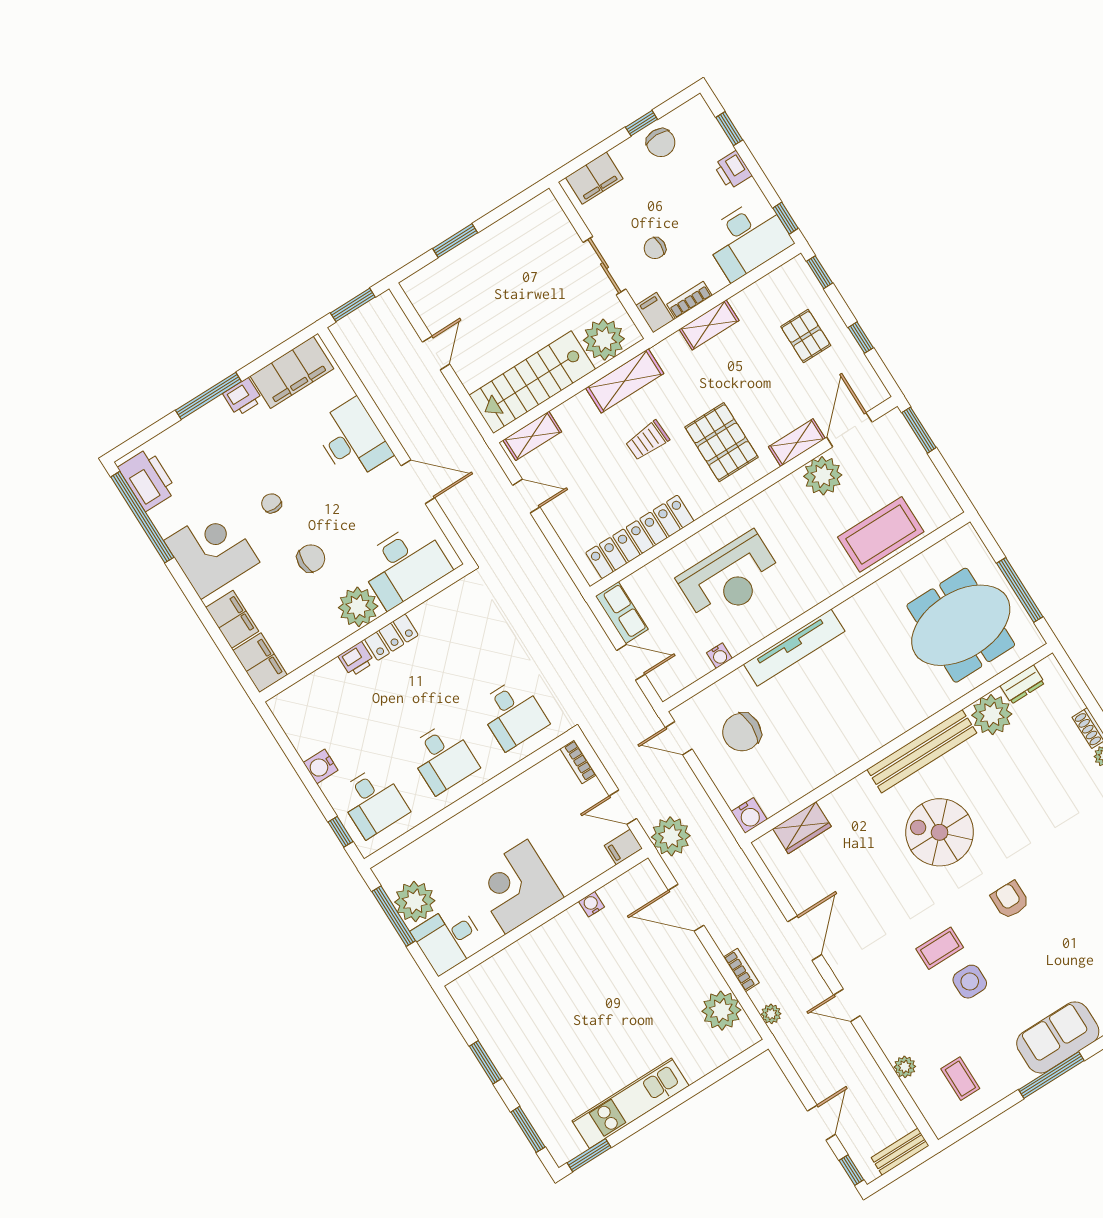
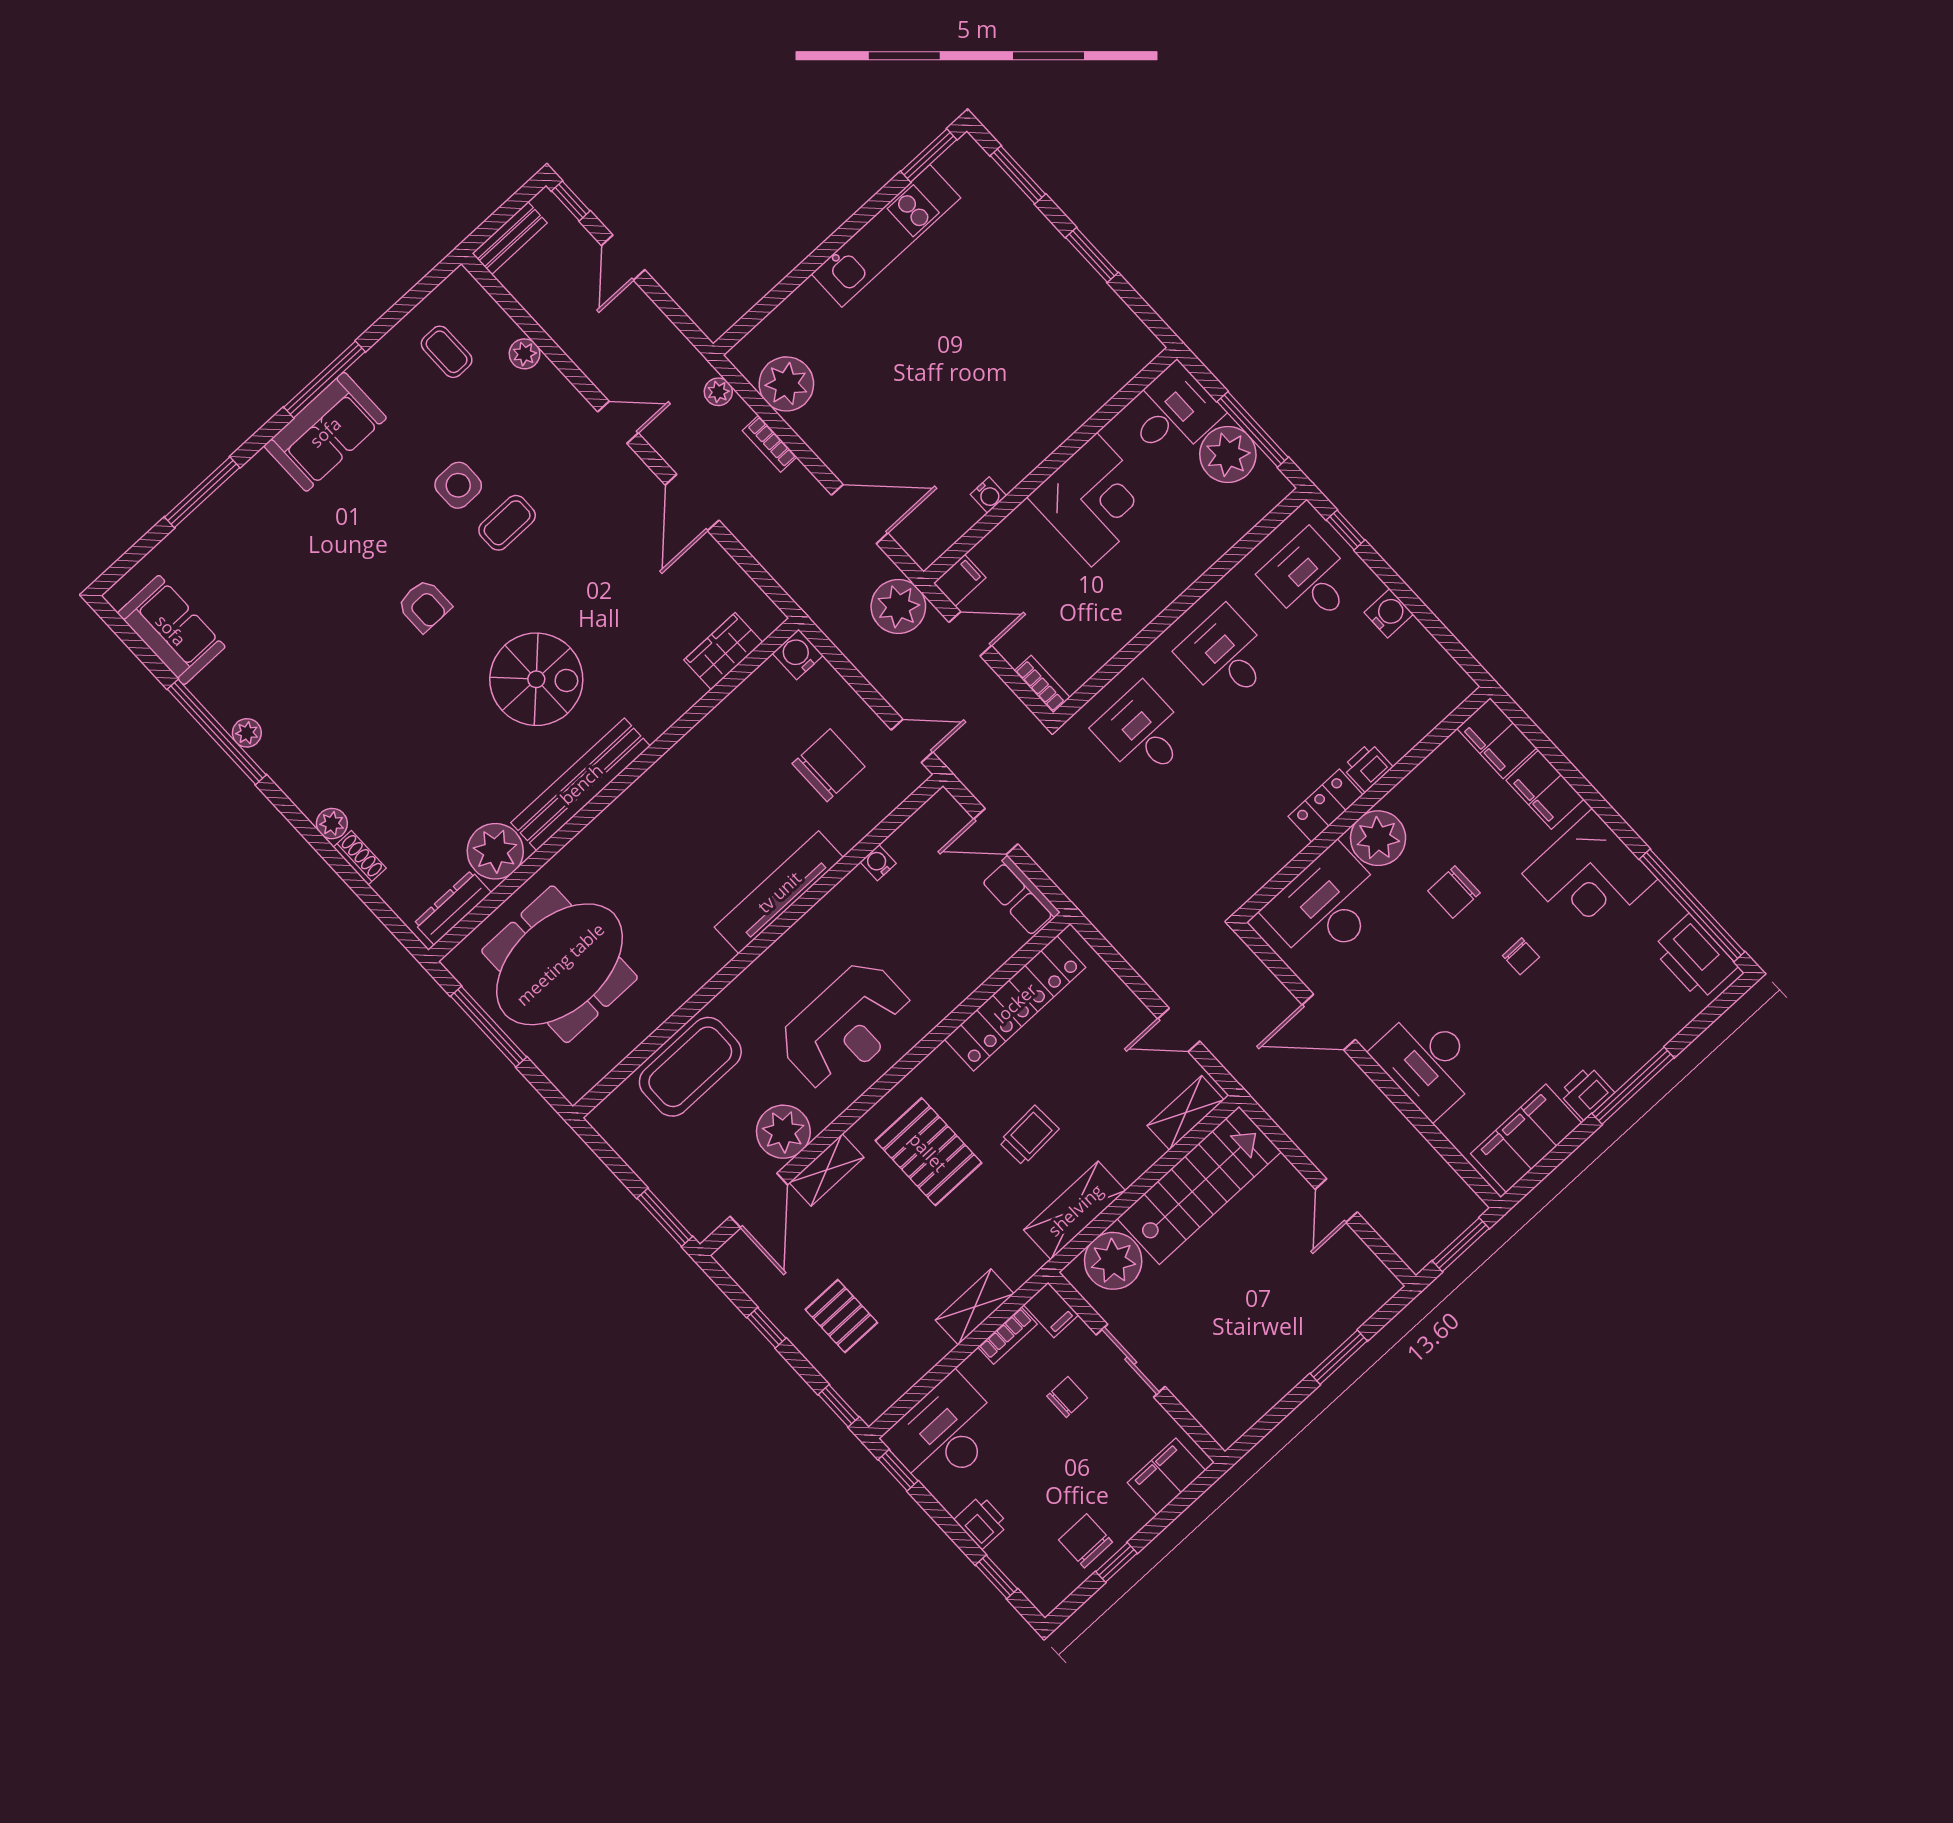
reception desk: (730, 578) -> (846, 1026), moved, turned 180
dresser: (1022, 684) -> (453, 908), width x1.44

